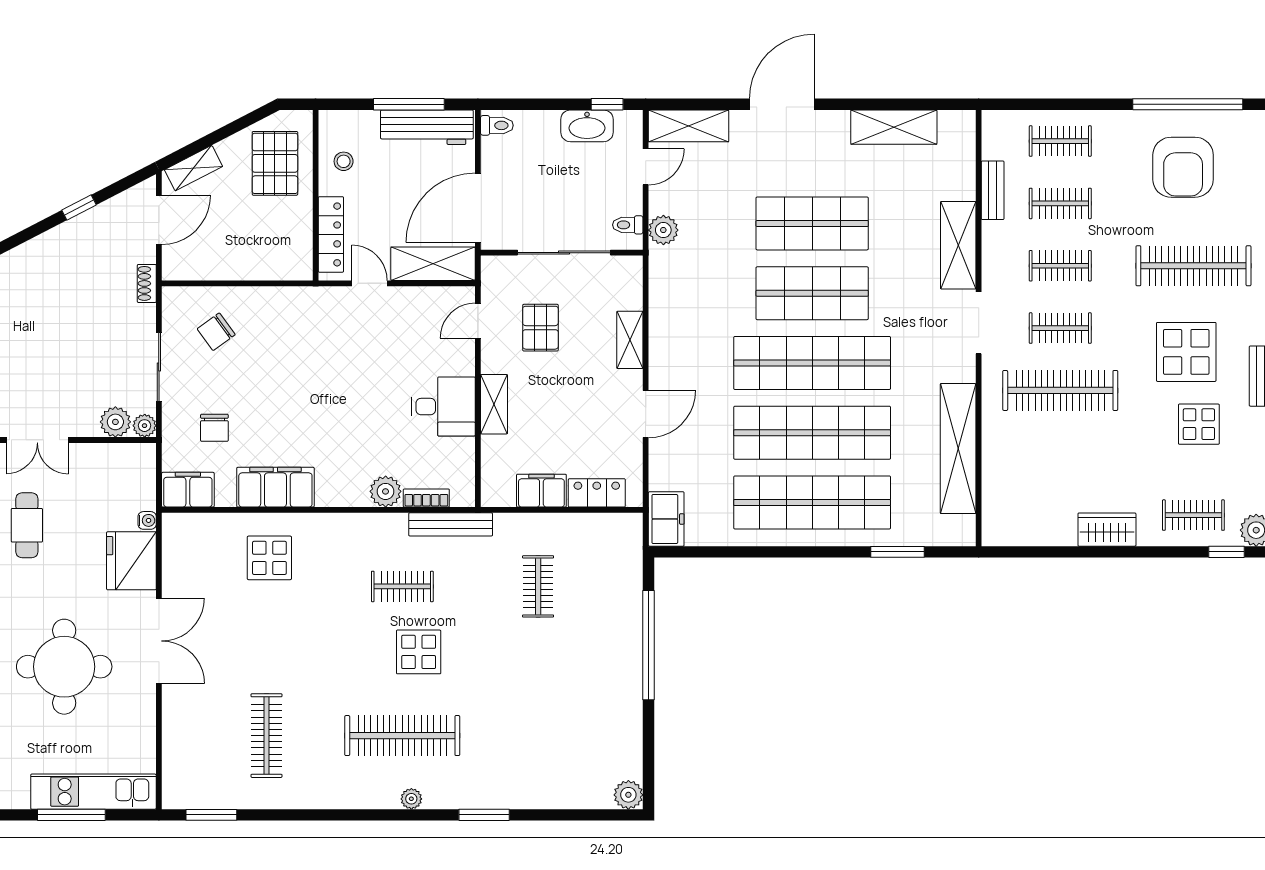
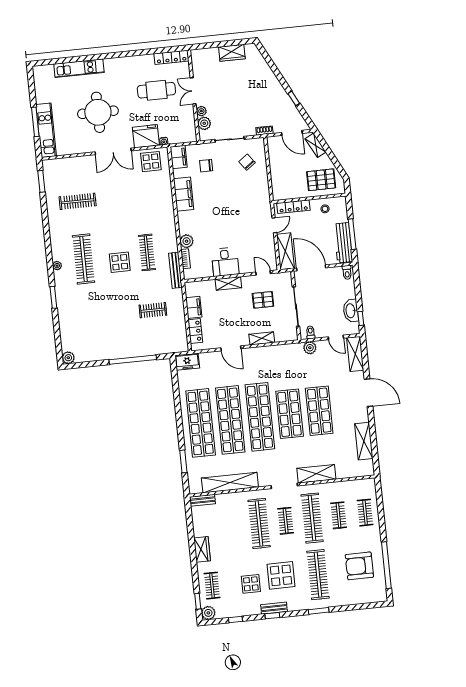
bench: (993, 190) -> (202, 500), moved
clothes rail: (1060, 266) -> (312, 518), width x1.86, depth x1.31
plant: (145, 426) -> (201, 111), moved
cafe table: (27, 525) -> (156, 90), width x1.37, depth x1.35
display table: (269, 558) -> (151, 162), moved
clothes rail: (402, 586) -> (147, 252), width x1.36

